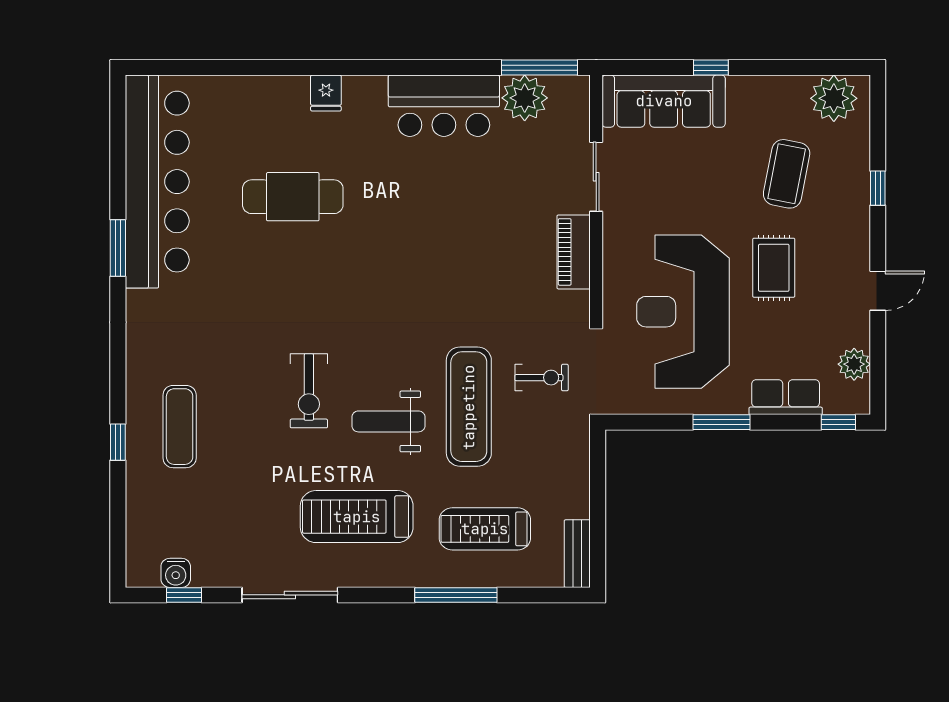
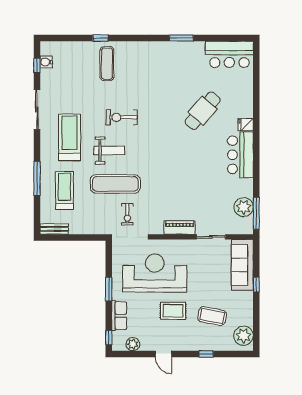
bar counter: (444, 106) -> (240, 155), moved
bar counter: (157, 182) -> (229, 54), width x0.54
cafe table: (293, 197) -> (203, 111), turned 41
weight bench: (388, 421) -> (109, 150), turned 90
exercise mat: (180, 427) -> (107, 64), turned 90

